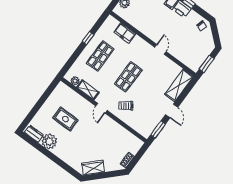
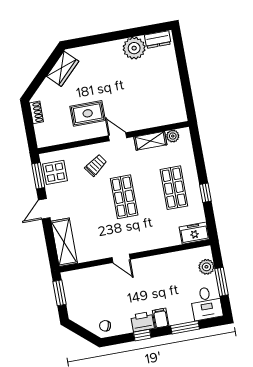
freezer: (125, 33) -> (194, 233), moved
door: (172, 111) -> (44, 209), hinge flipped
rug: (65, 119) -> (88, 113), moved
display table: (148, 123) -> (55, 172), added

